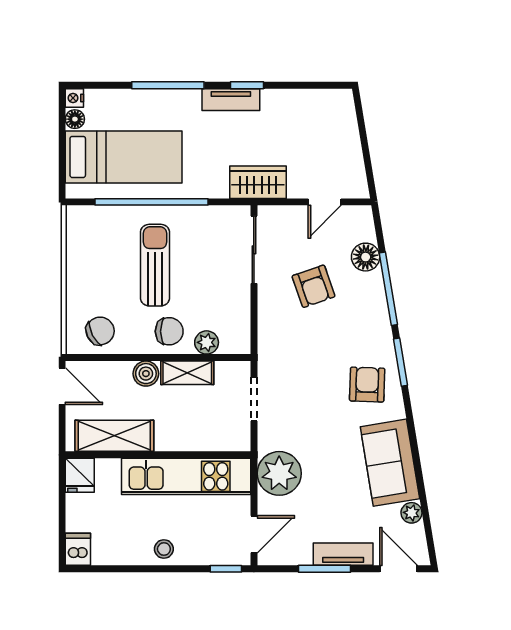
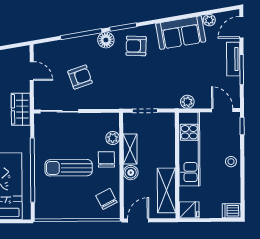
floor lamp: (366, 257) -> (106, 40), moved
plant: (279, 473) -> (187, 102), width x0.53, depth x0.53

